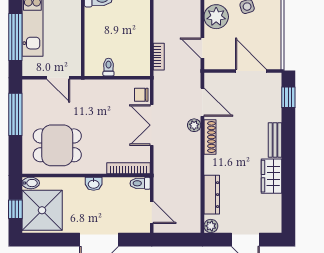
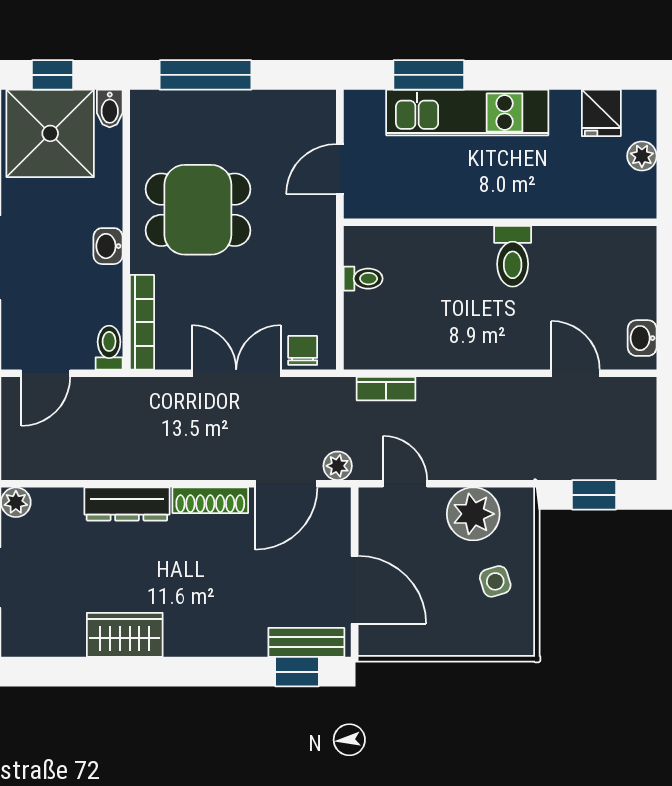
window: (15, 37) -> (429, 75), width x0.69
door: (202, 48) -> (405, 484), hinge flipped
door: (251, 71) -> (355, 590), hinge flipped
window: (15, 114) -> (205, 75), moved
plant: (194, 125) -> (338, 466), moved
bench: (275, 140) -> (306, 642), moved
dining table: (57, 145) -> (198, 210), moved, turned 90
dresser: (212, 195) -> (127, 504), moved

